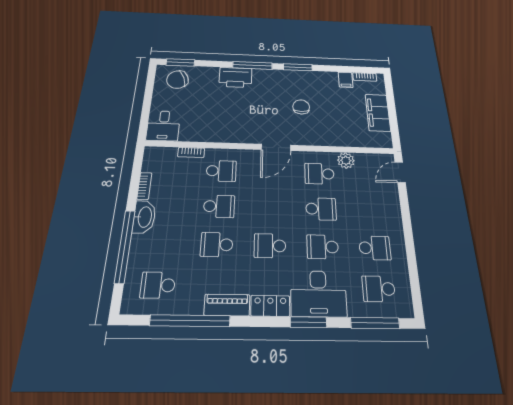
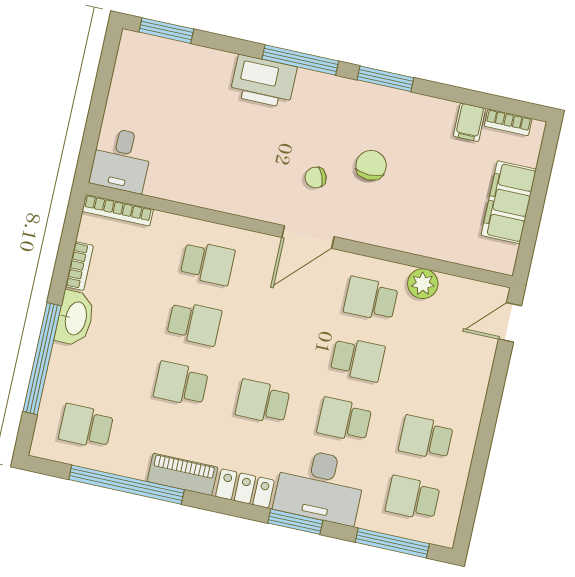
chair: (177, 80) -> (316, 177), moved, width x0.54, depth x0.54
bookcase: (191, 152) -> (118, 210), moved, width x1.56
school desk: (375, 248) -> (426, 438), turned 180

